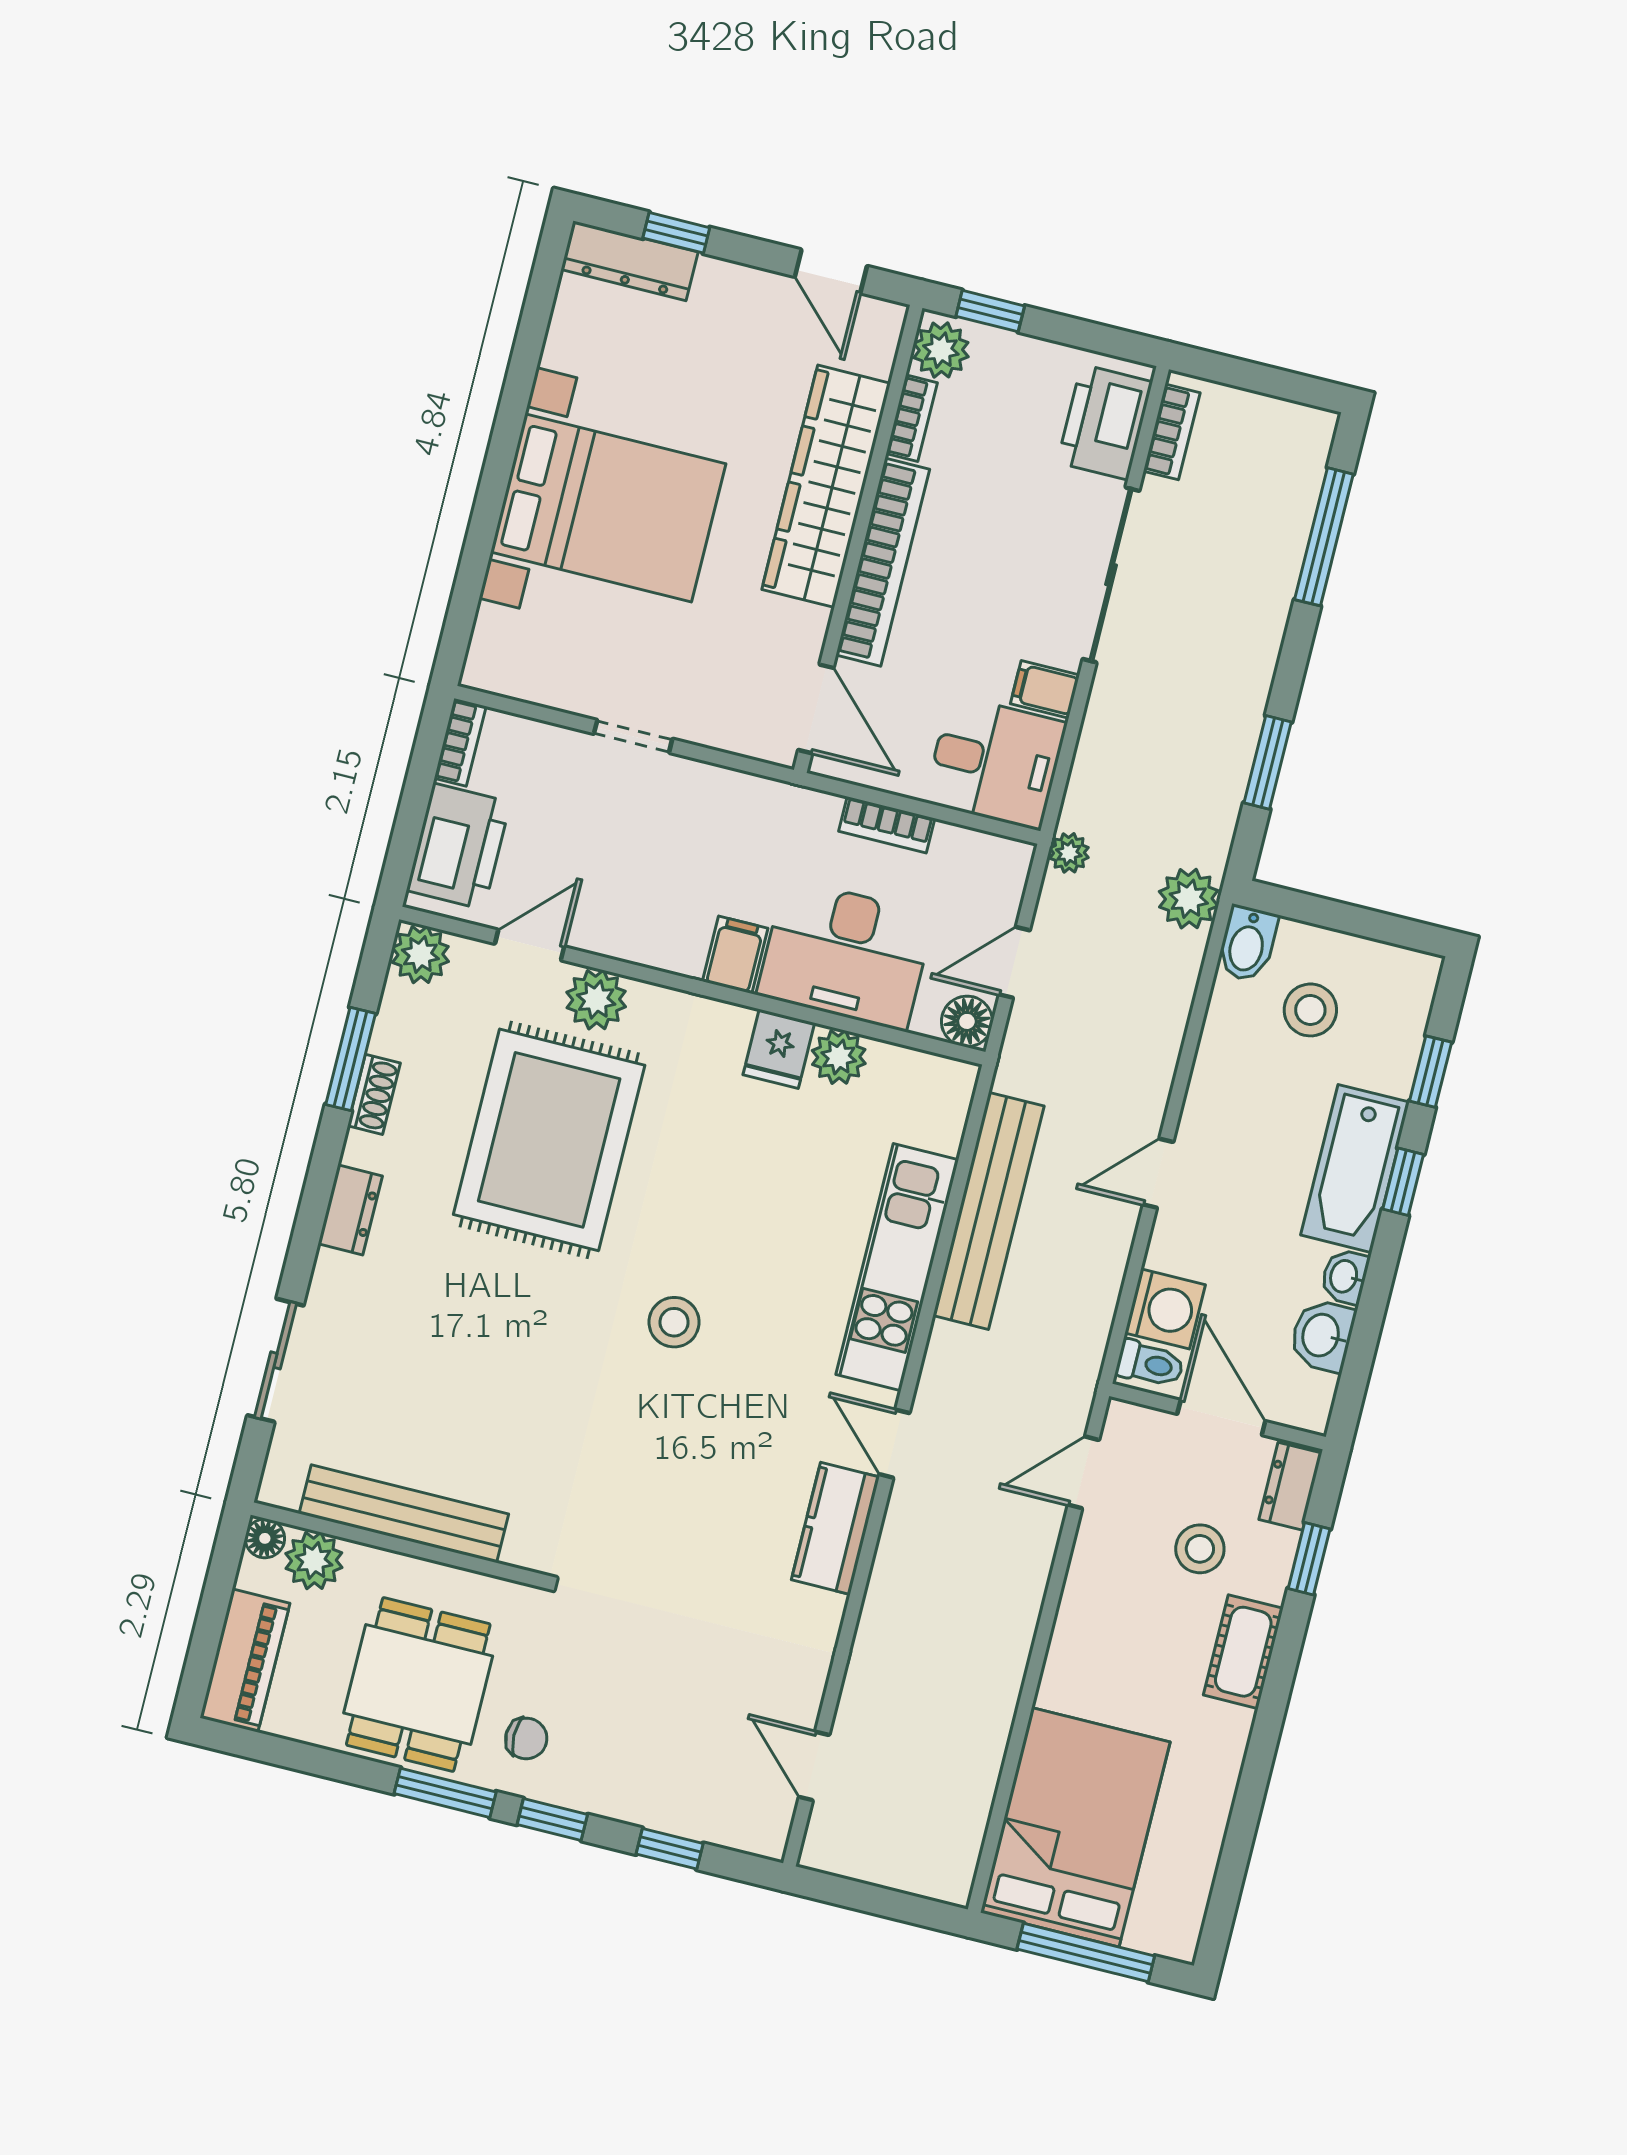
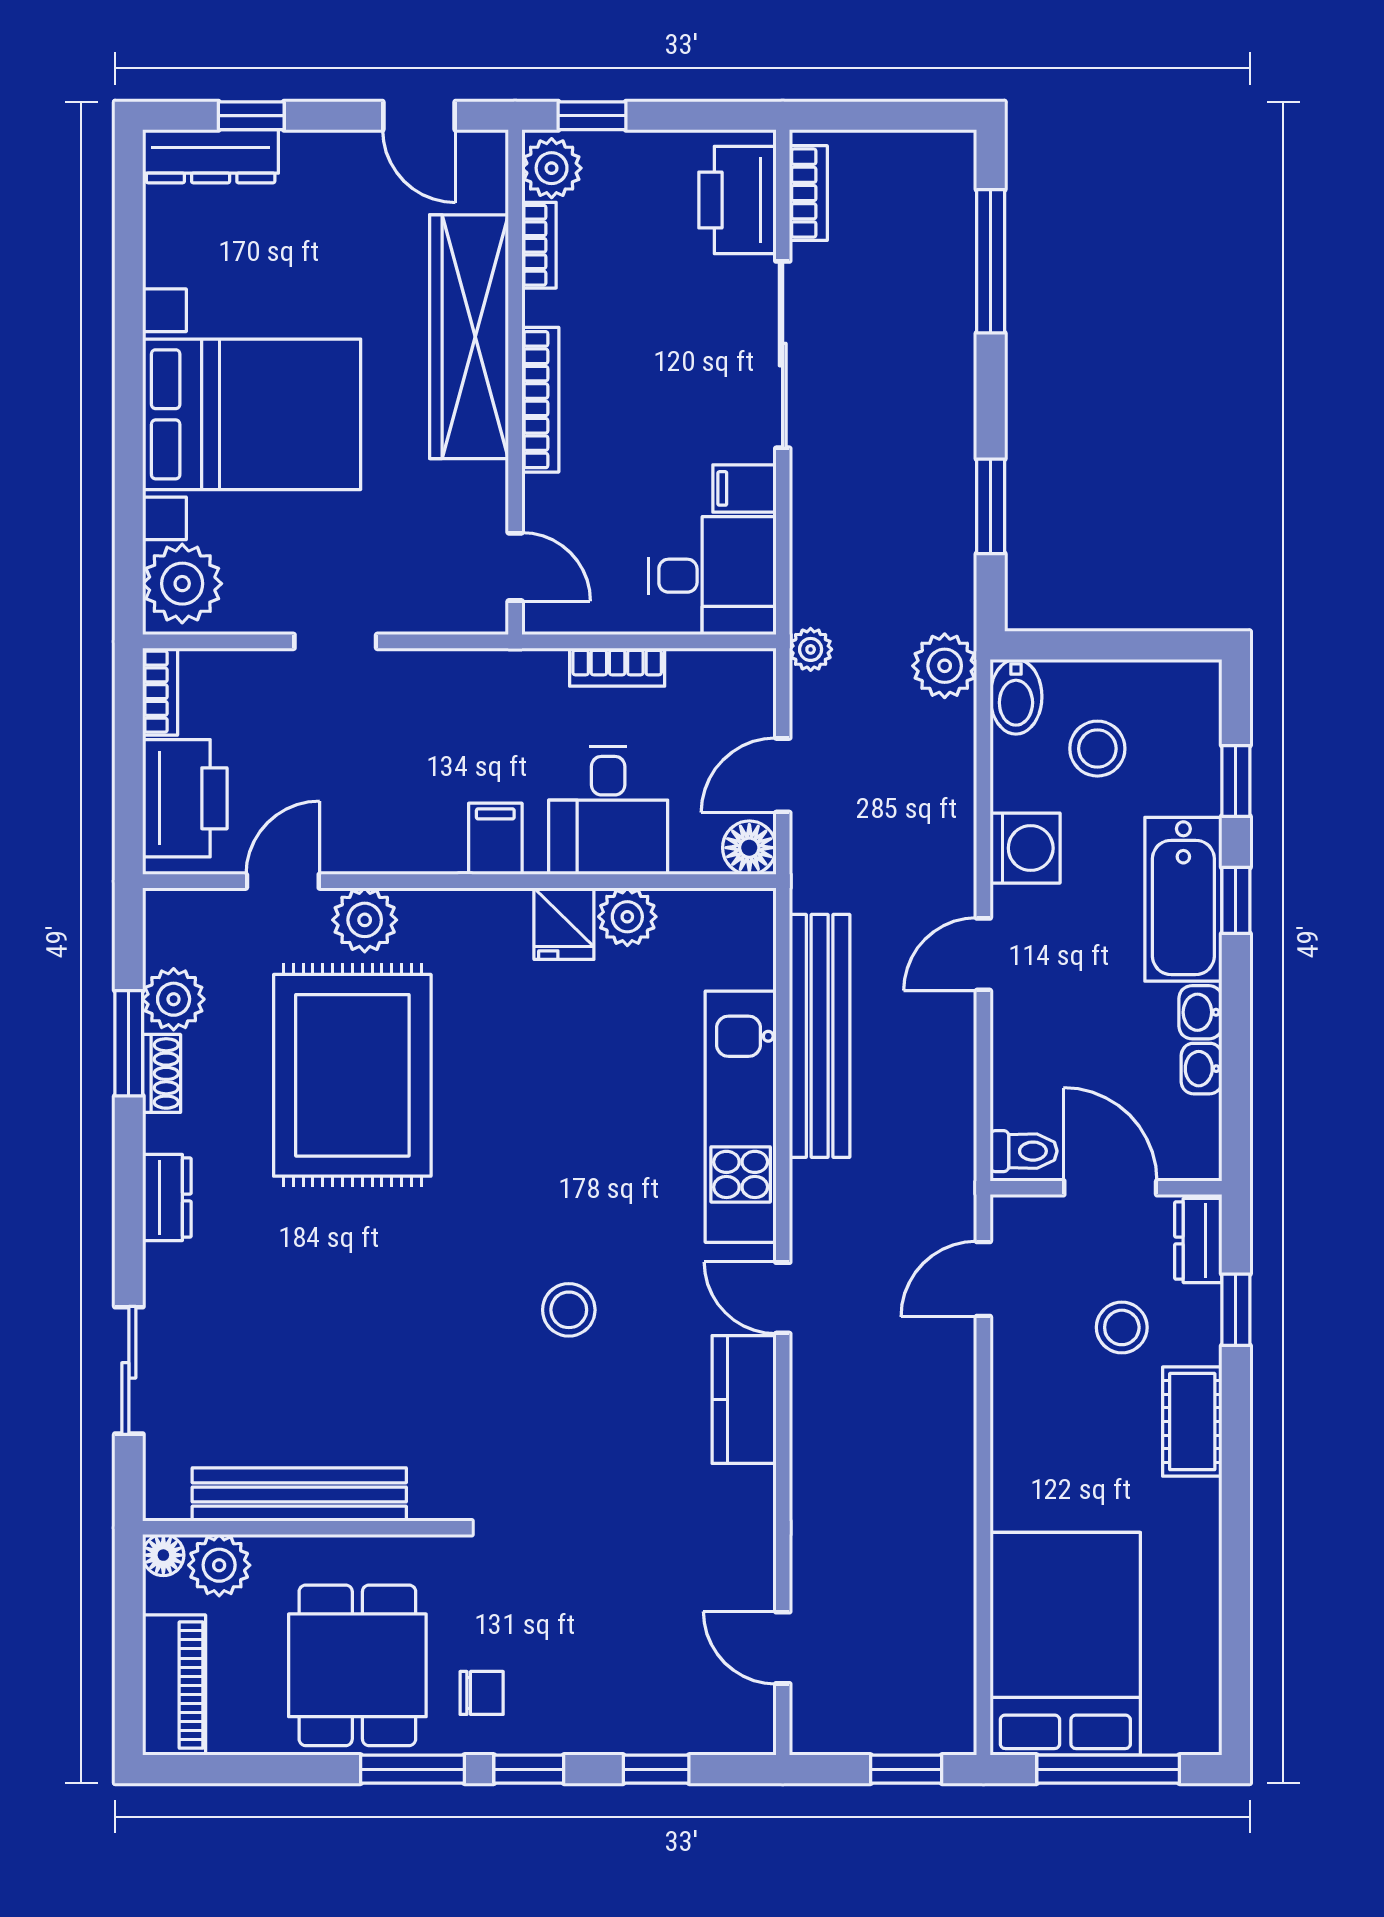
bookcase: (883, 562) -> (540, 400), width x0.68, depth x0.76
plant: (505, 648) -> (182, 584), added
door: (816, 709) -> (515, 567), width x0.73
plant: (420, 954) -> (174, 999), moved
desk: (846, 955) -> (608, 810), width x0.73
washing machine: (1165, 1309) -> (1025, 848), moved
stool: (674, 1322) -> (569, 1310), moved
washbasin: (1322, 1336) -> (1202, 1069), width x0.72, depth x0.69
window: (900, 1906) -> (906, 1769), added

